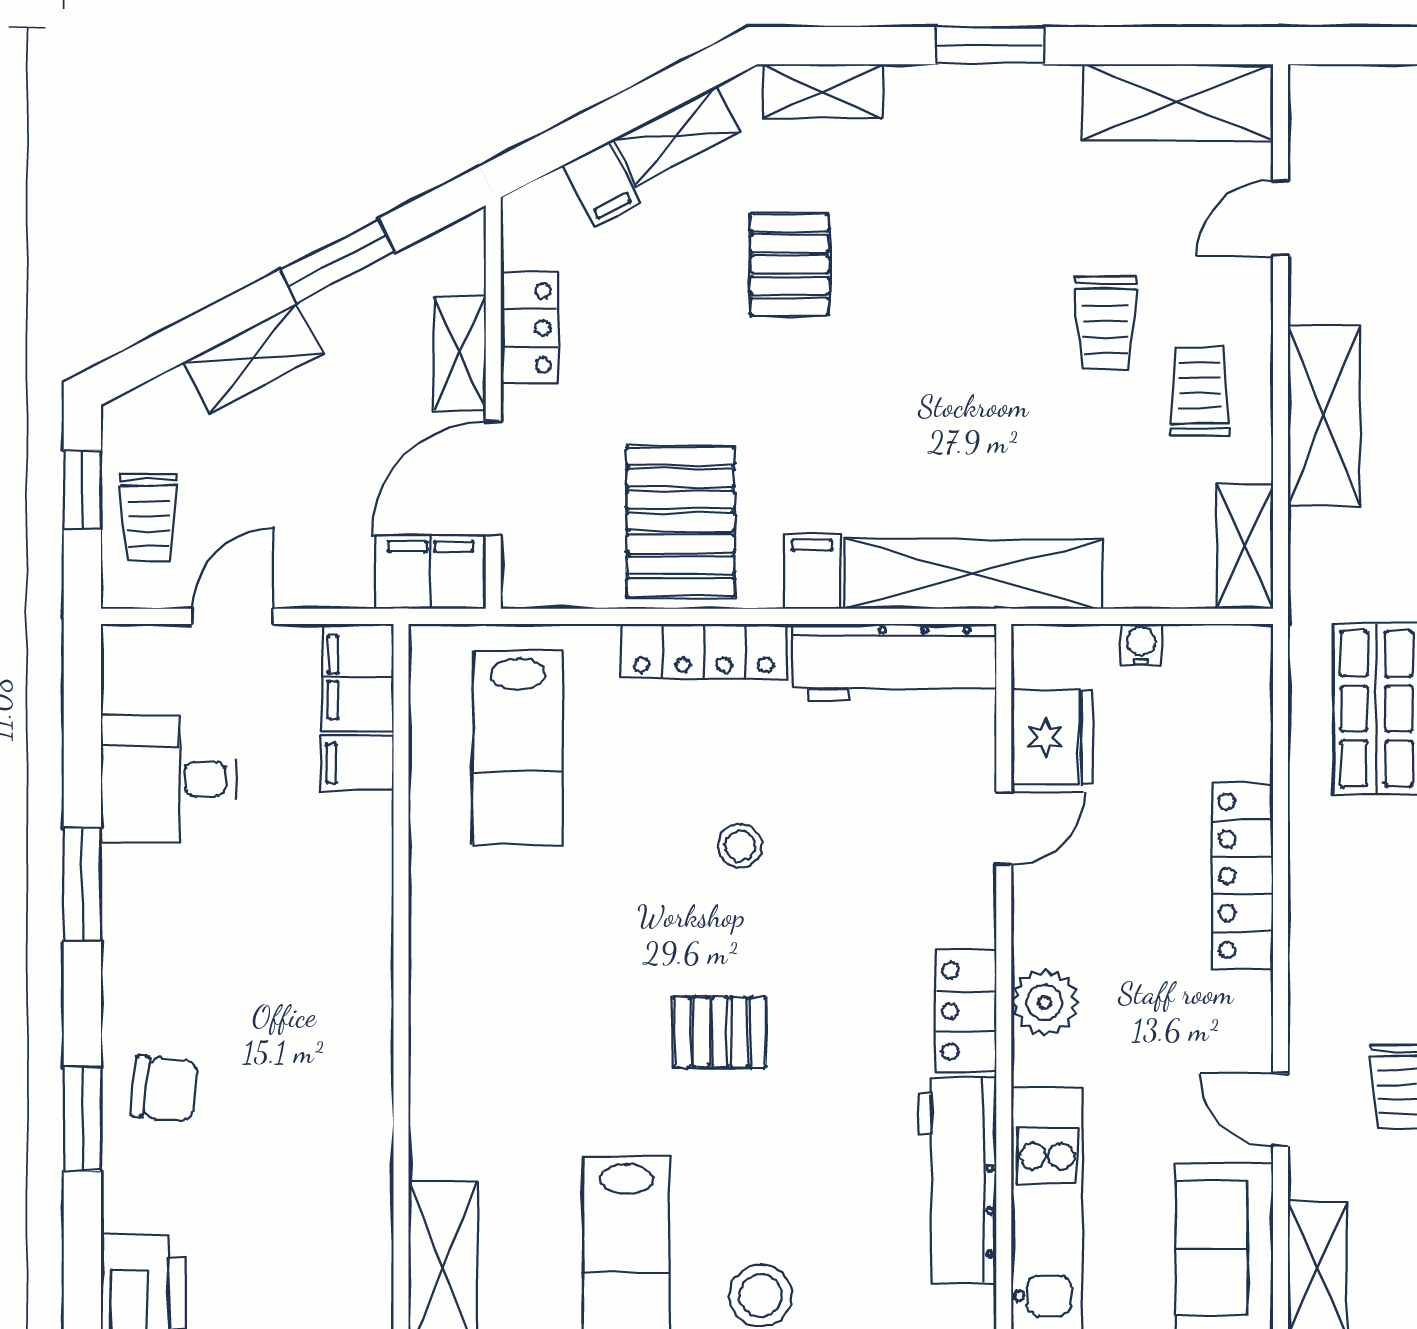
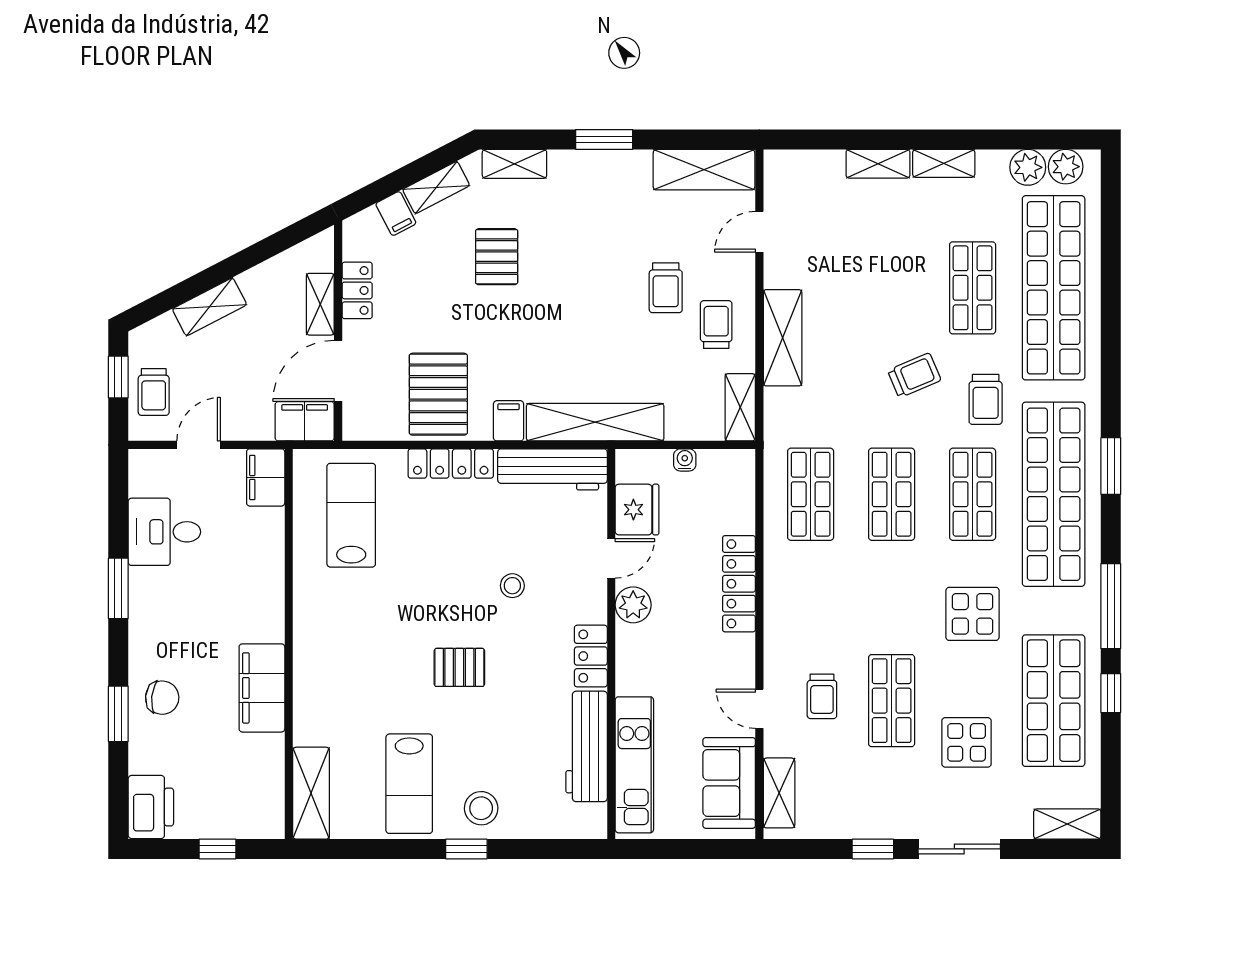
window: (338, 261) -> (255, 255), removed
lab bench: (518, 748) -> (351, 515), turned 180
filing cabinet: (357, 763) -> (262, 688), moved, width x3.00, depth x1.17
stool: (740, 846) -> (512, 586), moved
plant: (1045, 1002) -> (633, 605), moved

